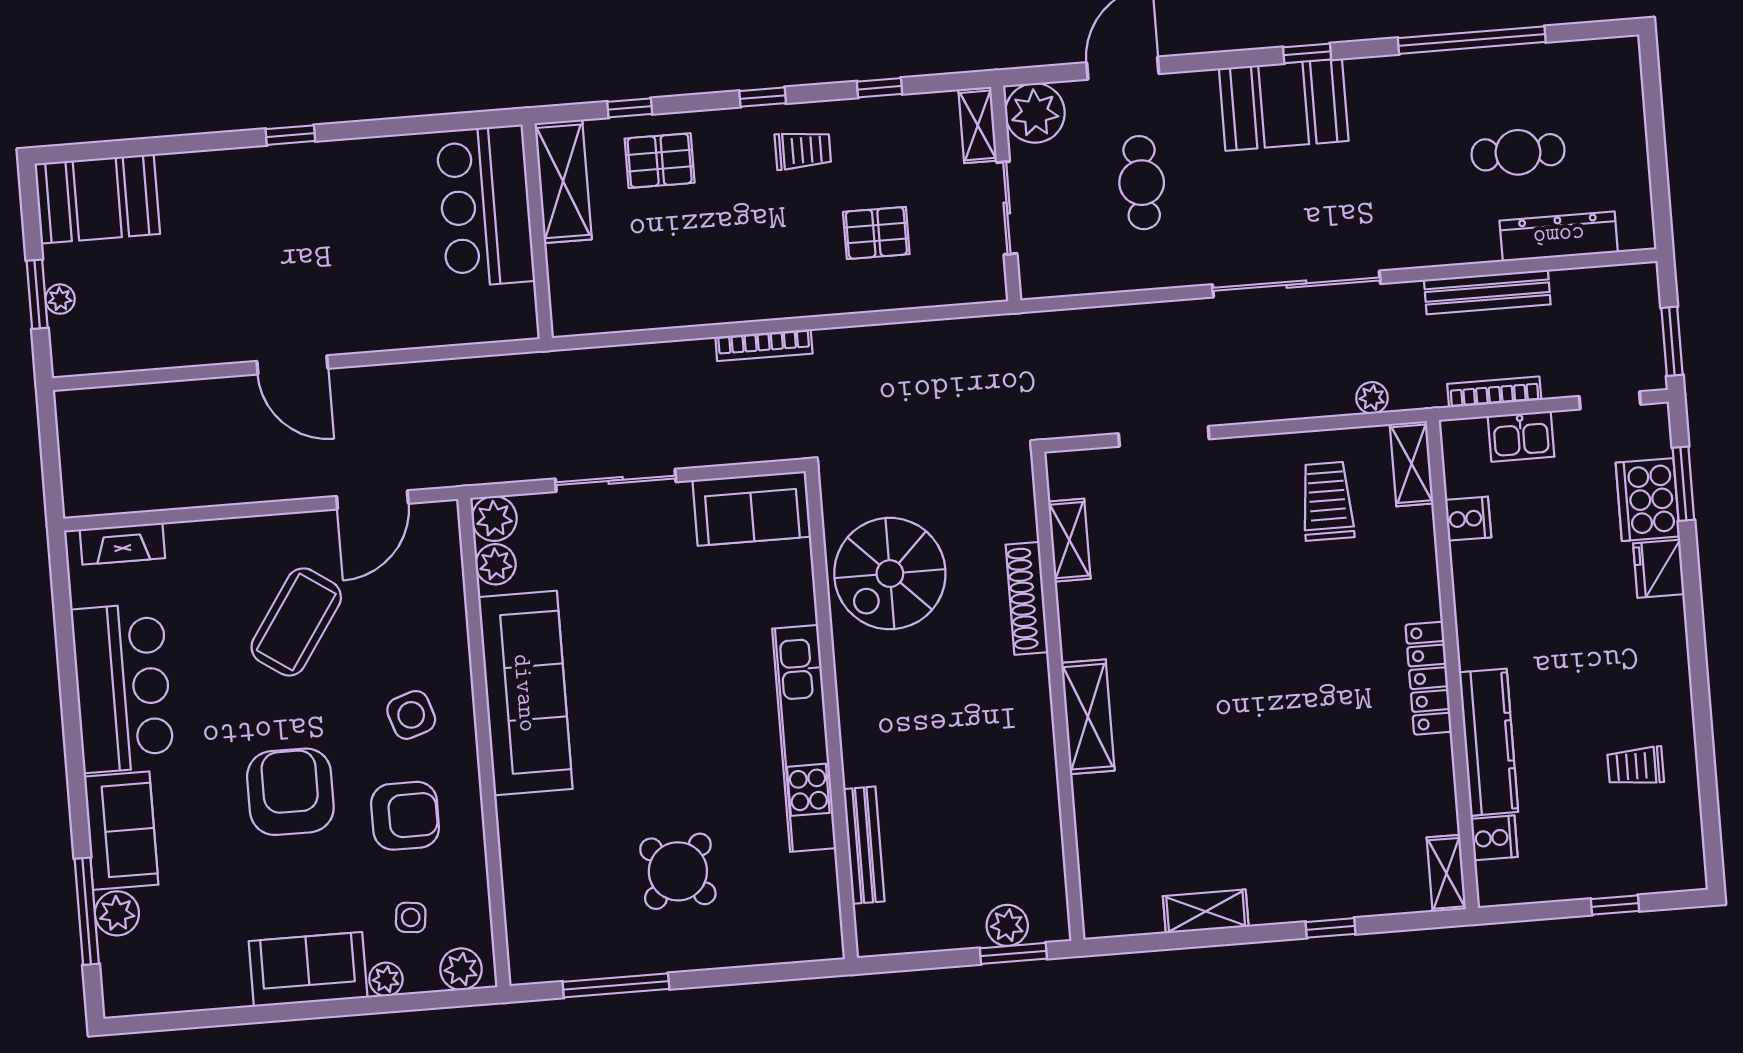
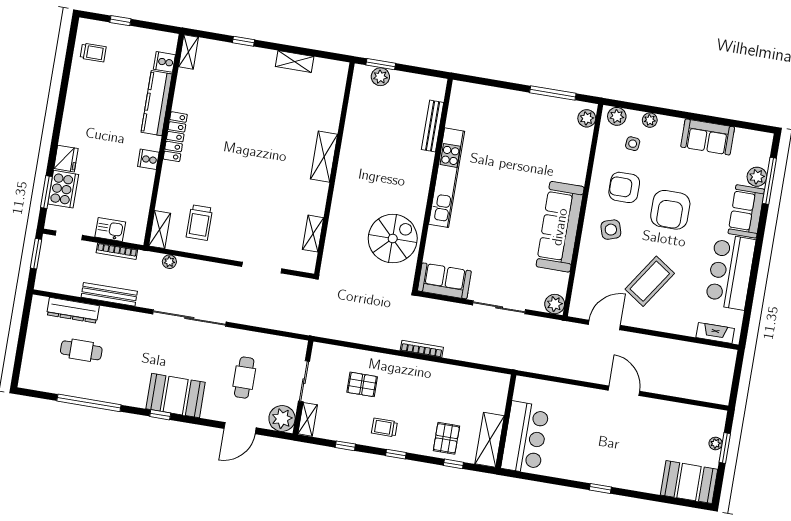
pallet: (660, 161) -> (446, 438), turned 90
cooker: (1468, 519) -> (148, 159), moved
plant: (496, 564) -> (587, 118), moved
shoe rack: (1027, 598) -> (337, 213), removed
trolley: (1636, 766) -> (93, 53), moved
round table: (678, 871) -> (514, 135), removed
sofa: (308, 969) -> (708, 137), moved

